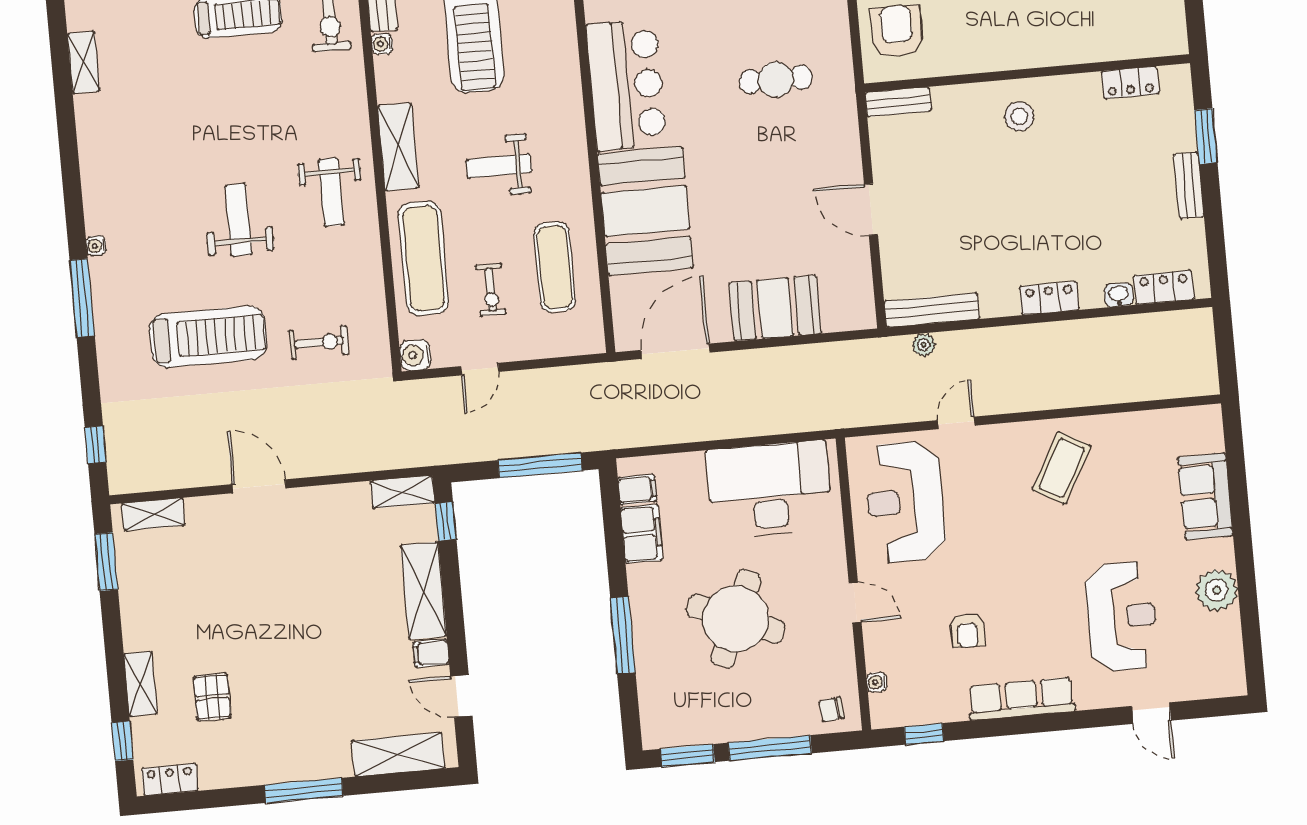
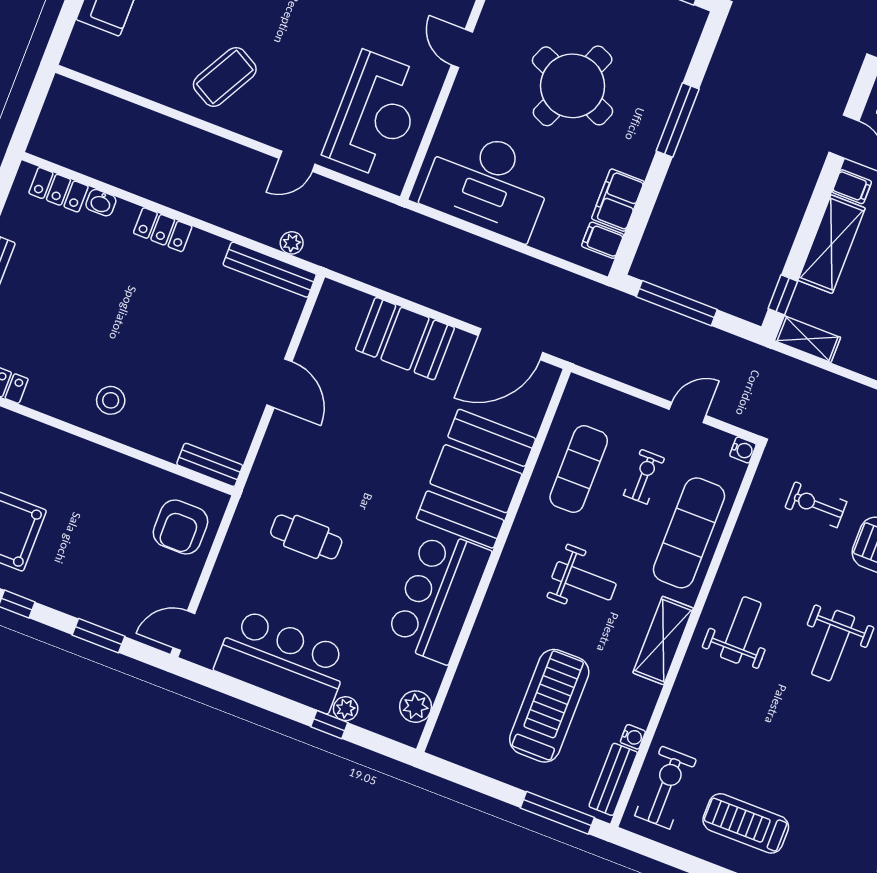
water cooler: (415, 355) -> (743, 450), width x0.72, depth x0.72

